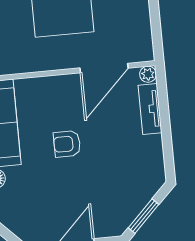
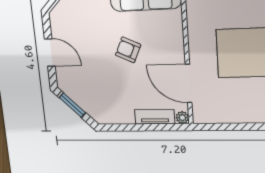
armchair: (67, 144) -> (128, 50), turned -65

